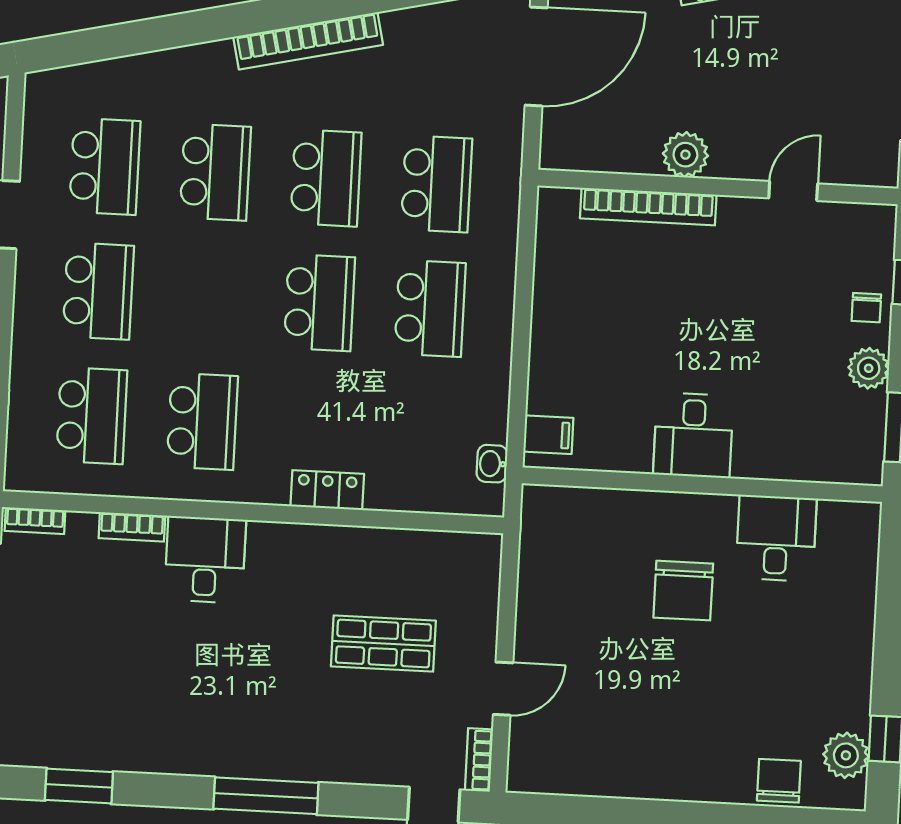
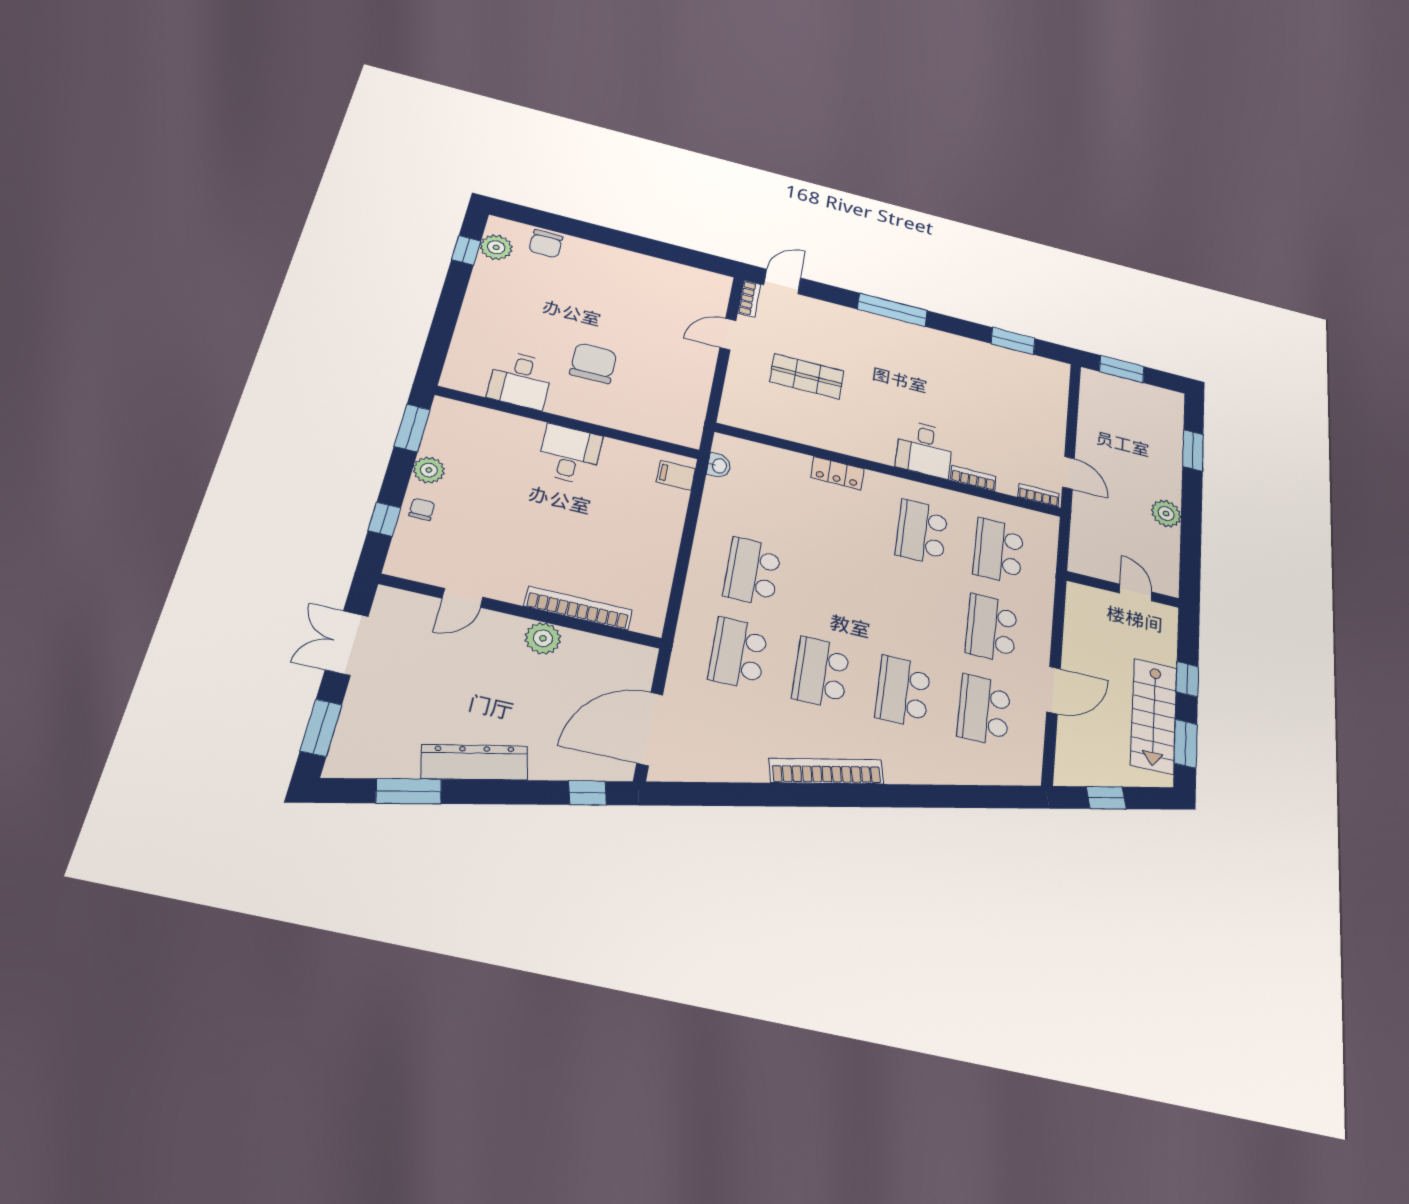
school desk: (319, 303) -> (833, 591), removed

